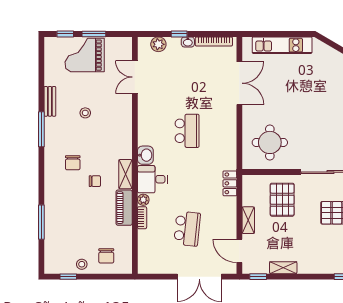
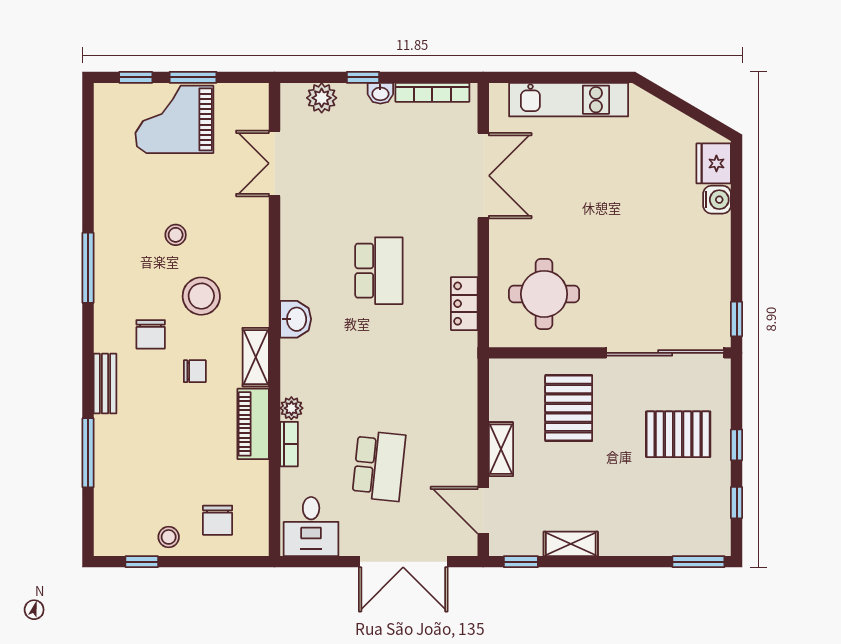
bench: (50, 101) -> (105, 384), moved
stool: (98, 144) -> (201, 296), added
desk: (152, 179) -> (311, 527), moved, turned -90
locker: (230, 183) -> (464, 304), moved

